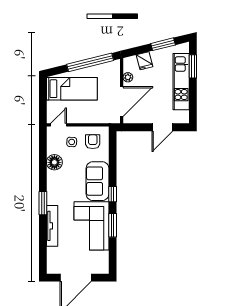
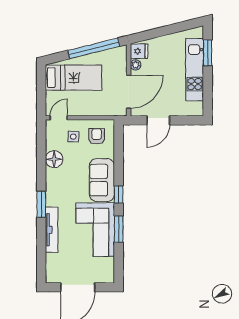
window: (163, 44) -> (175, 28), removed
fridge: (145, 61) -> (139, 51), moved, turned -76
door: (162, 127) -> (158, 120), moved

